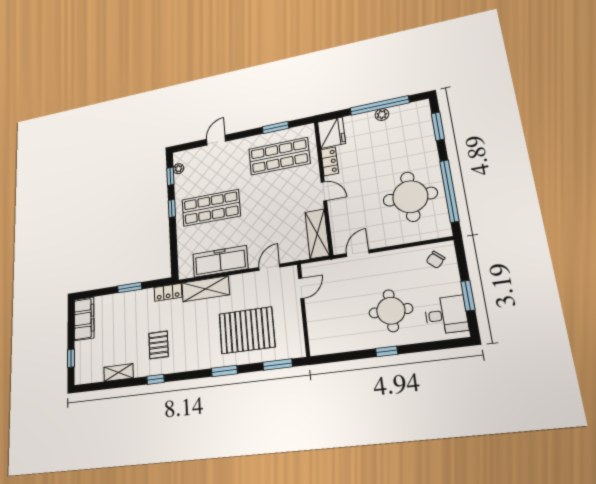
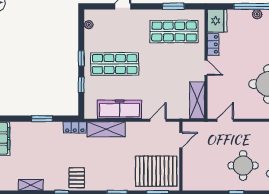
window: (170, 176) -> (81, 85), moved
pallet: (247, 330) -> (156, 171), moved
pallet: (159, 345) -> (77, 178), moved

